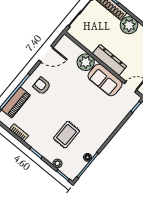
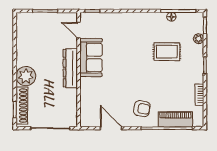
plant: (86, 62) -> (89, 87), removed
armchair: (42, 86) -> (142, 109), turned -79

